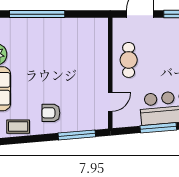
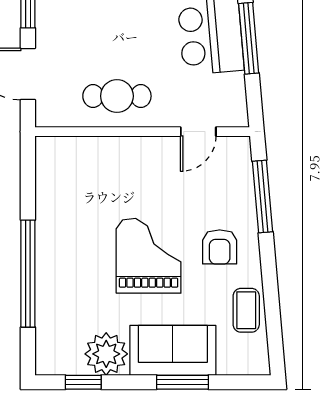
grand piano: (46, 76) -> (149, 256), added
door: (110, 102) -> (198, 132), swing flipped

